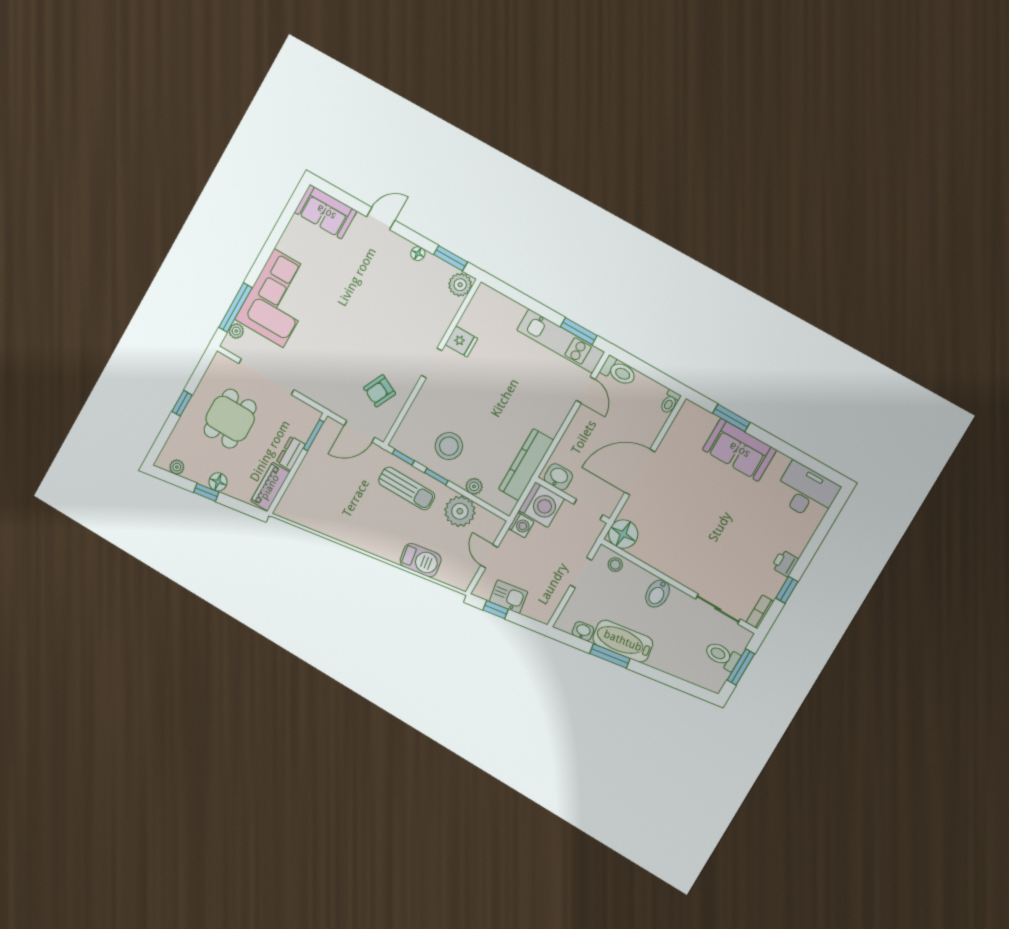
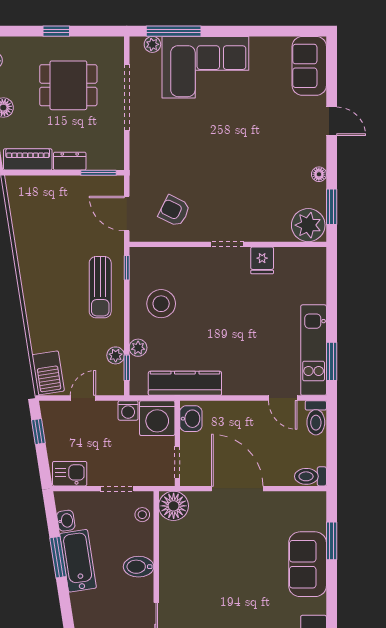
plant: (460, 285) -> (308, 225), width x1.36, depth x1.36
door: (586, 390) -> (283, 398), hinge flipped
toilet: (670, 402) -> (310, 476), width x1.37, depth x1.39
window: (436, 477) -> (127, 368), moved
plant: (460, 511) -> (116, 355), width x0.53, depth x0.53
barbecue: (421, 560) -> (48, 373), moved
kitchen sink: (508, 597) -> (70, 474), moved, turned -81

